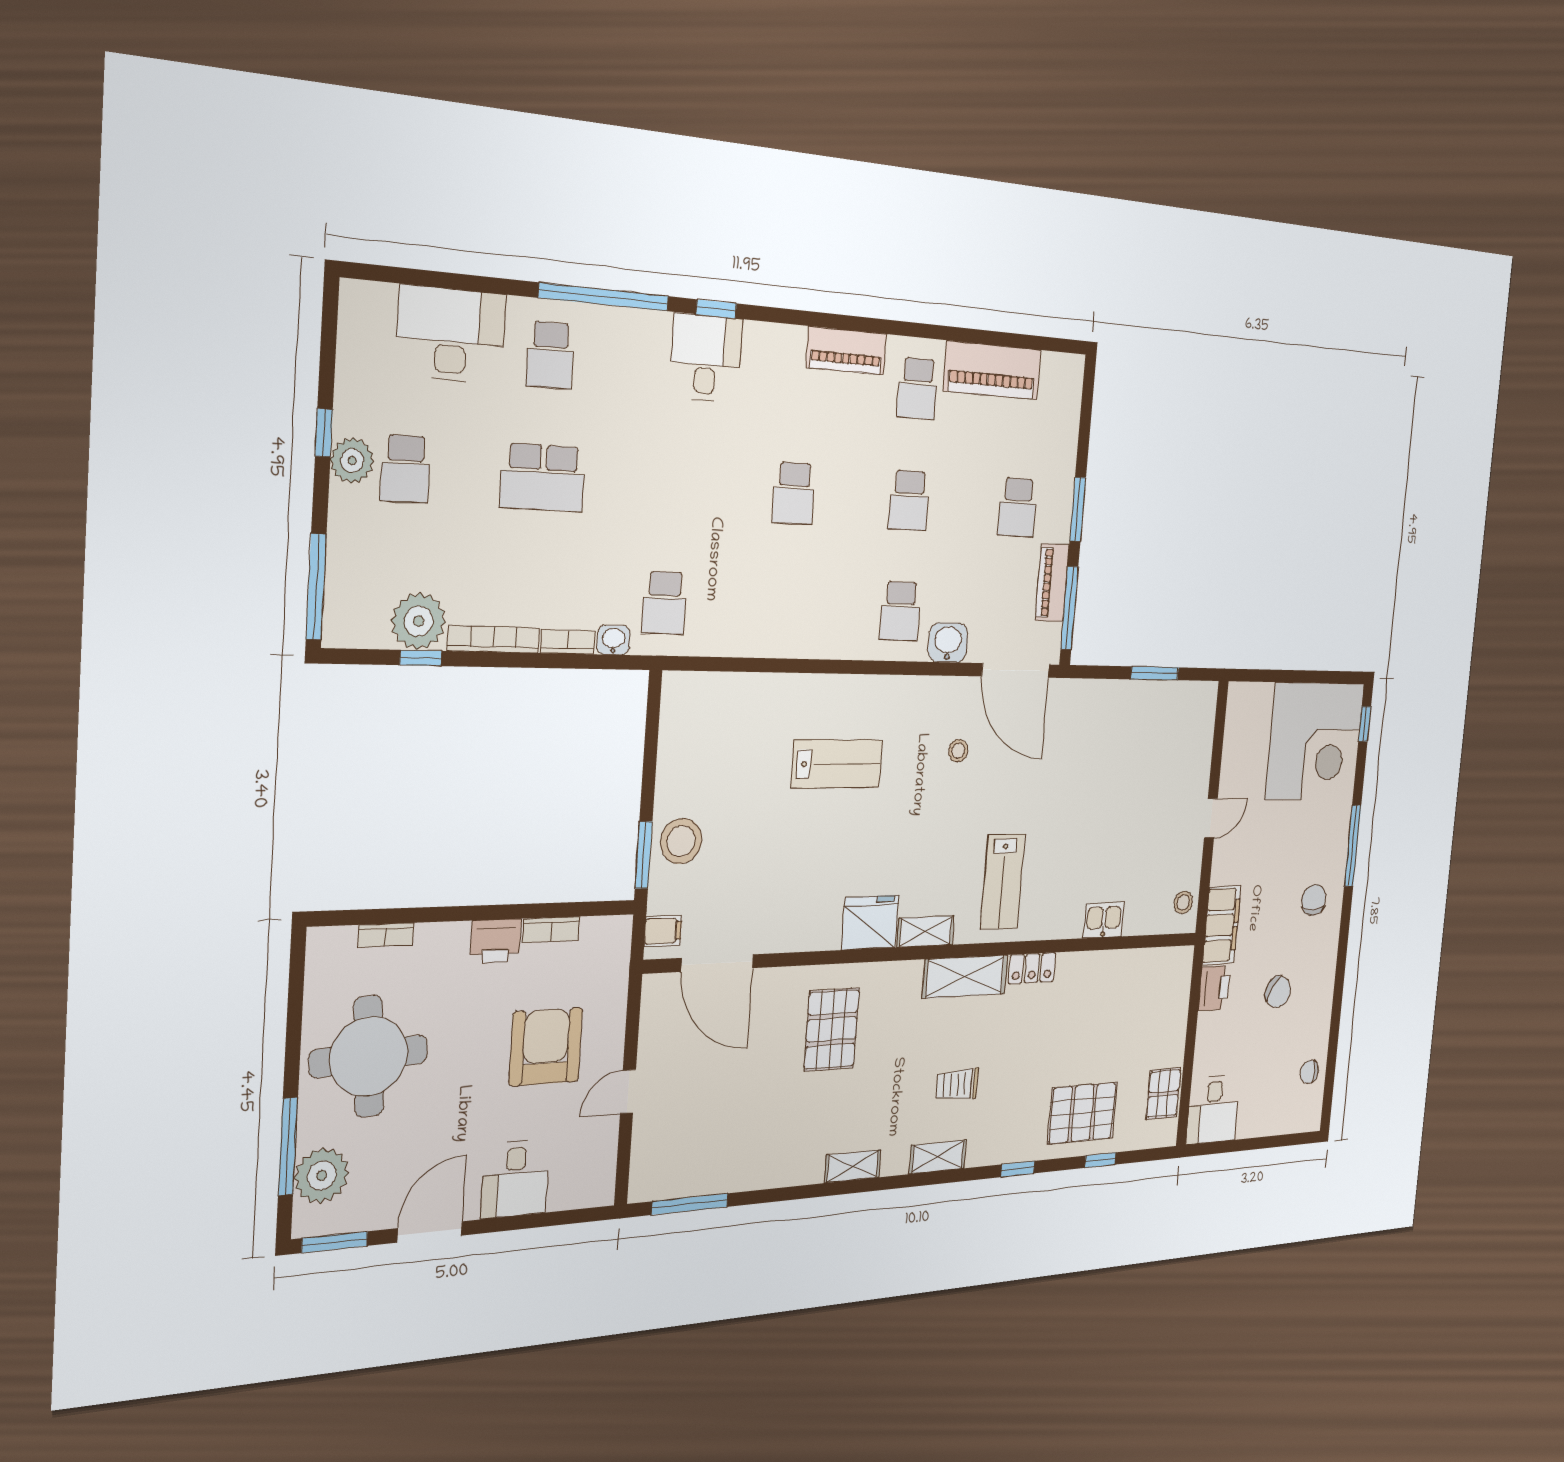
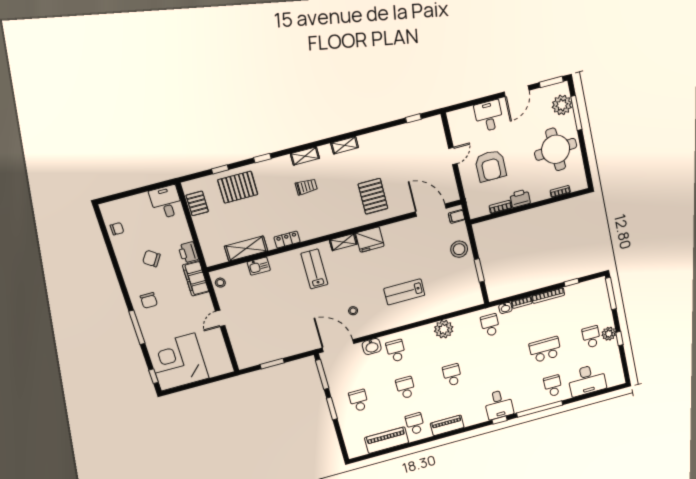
piano: (1052, 583) -> (333, 380), removed
plant: (419, 621) -> (444, 329), moved
window: (644, 855) -> (479, 270), moved
shelving: (965, 977) -> (246, 249), moved
window: (690, 1204) -> (413, 118), width x0.46

